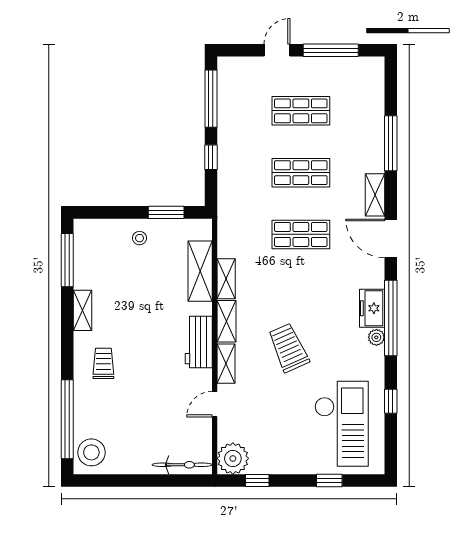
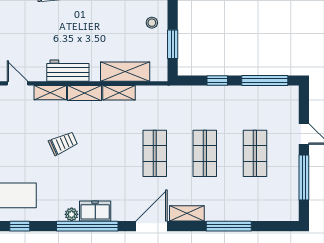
trolley: (289, 348) -> (63, 143), width x0.73, depth x0.72

